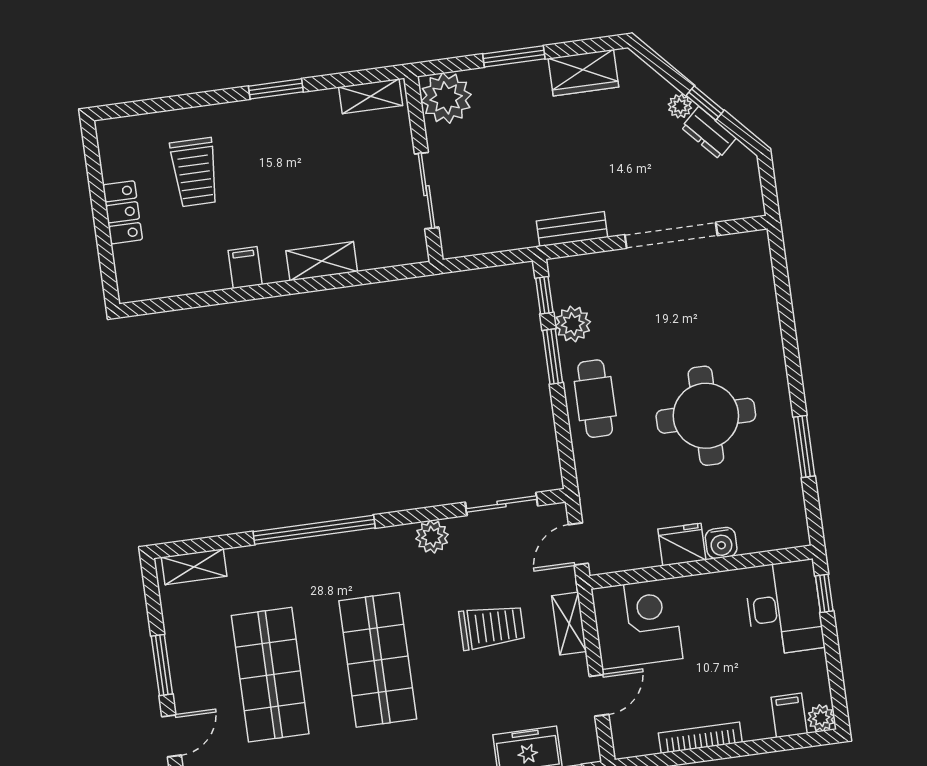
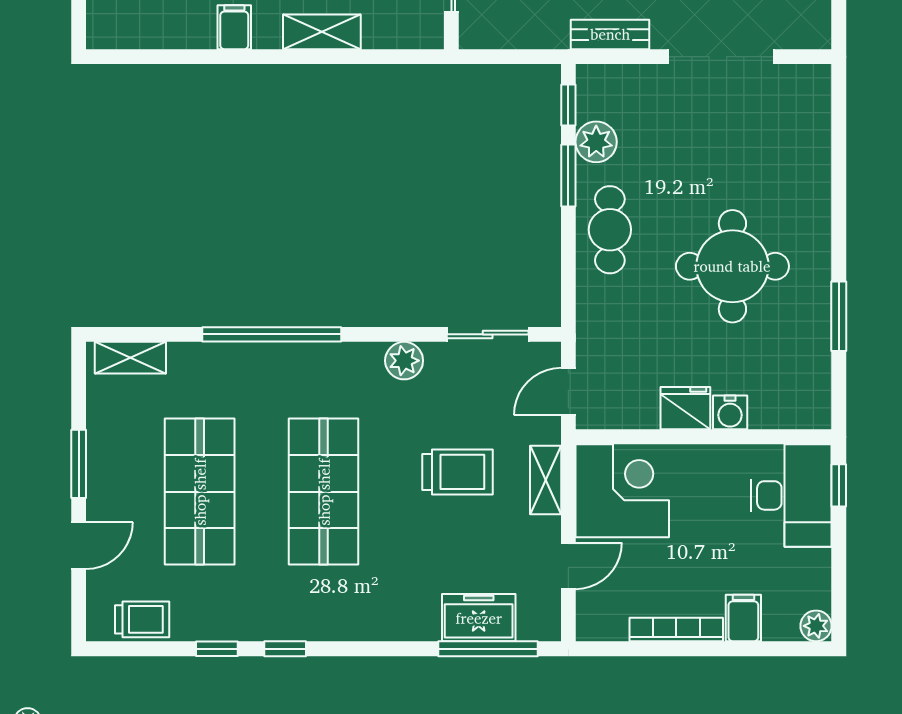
filing cabinet: (789, 715) -> (743, 618), moved

